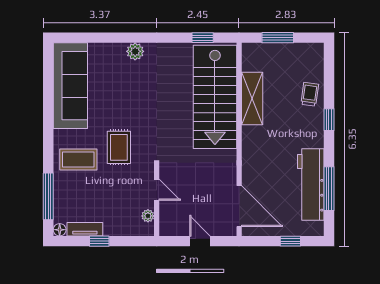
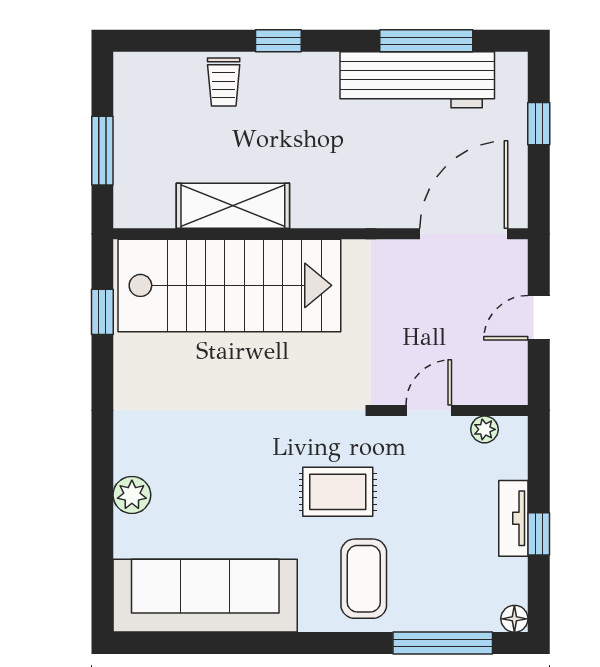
plant: (135, 51) -> (132, 495), moved
trolley: (310, 94) -> (224, 82), turned -98
tv unit: (85, 229) -> (513, 518), moved

